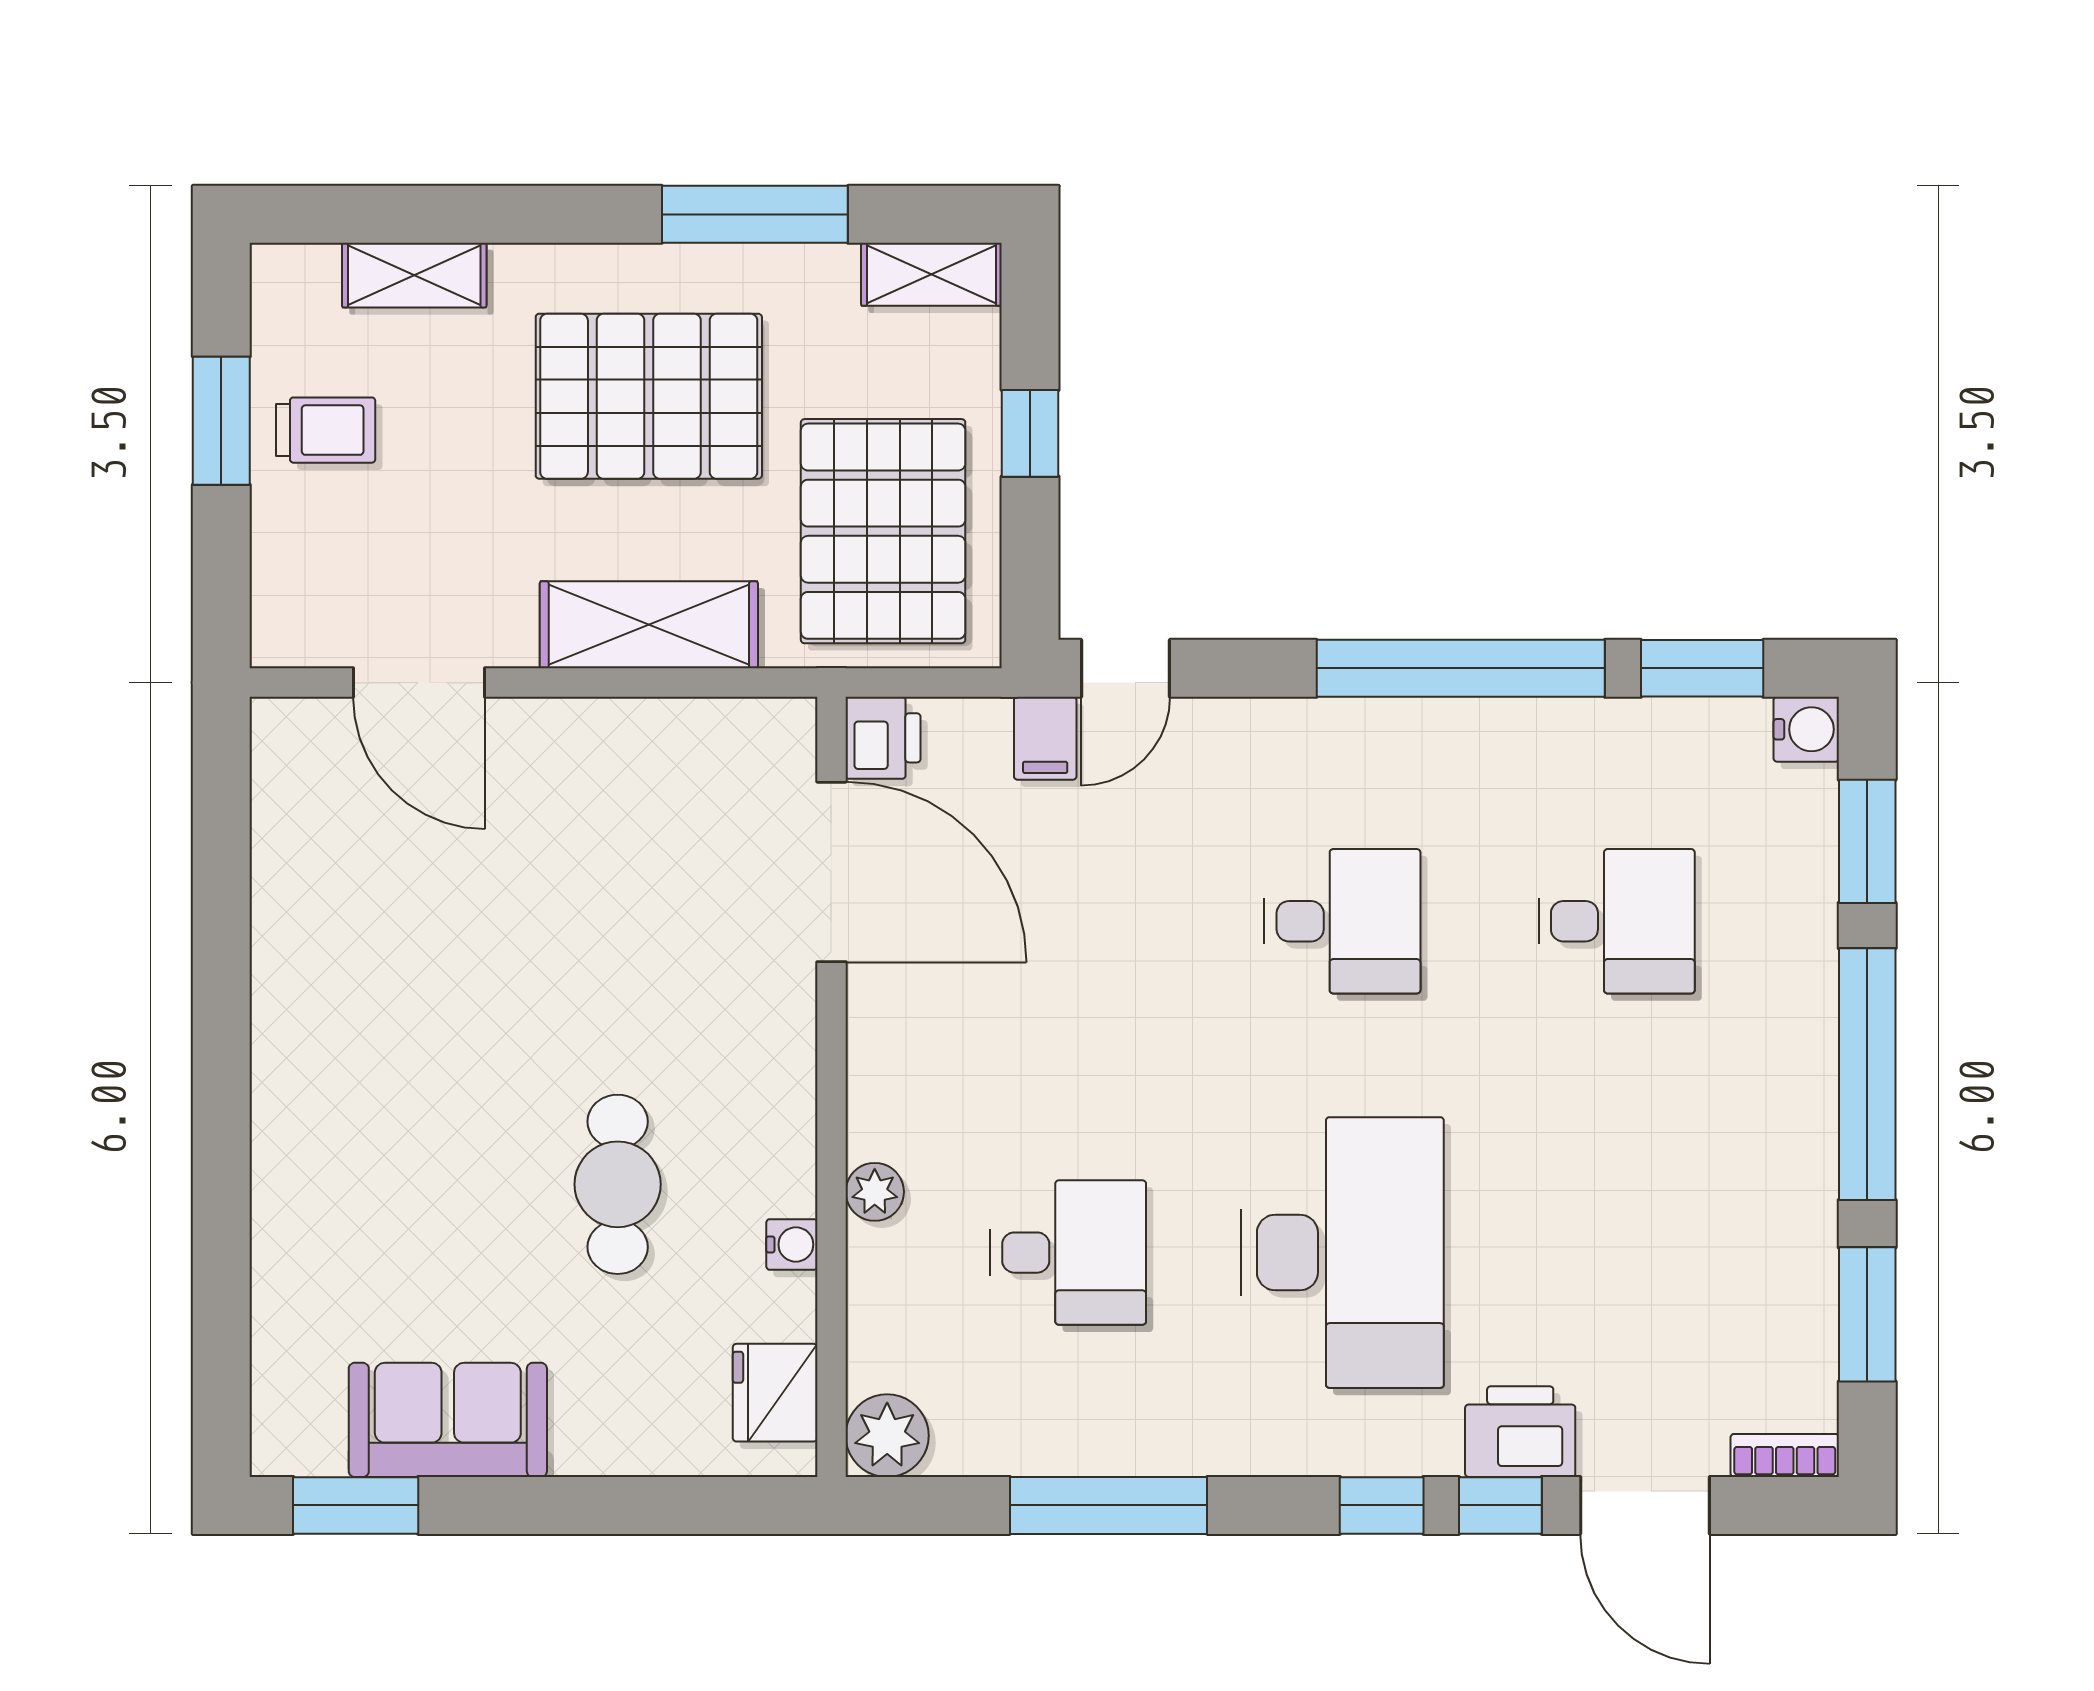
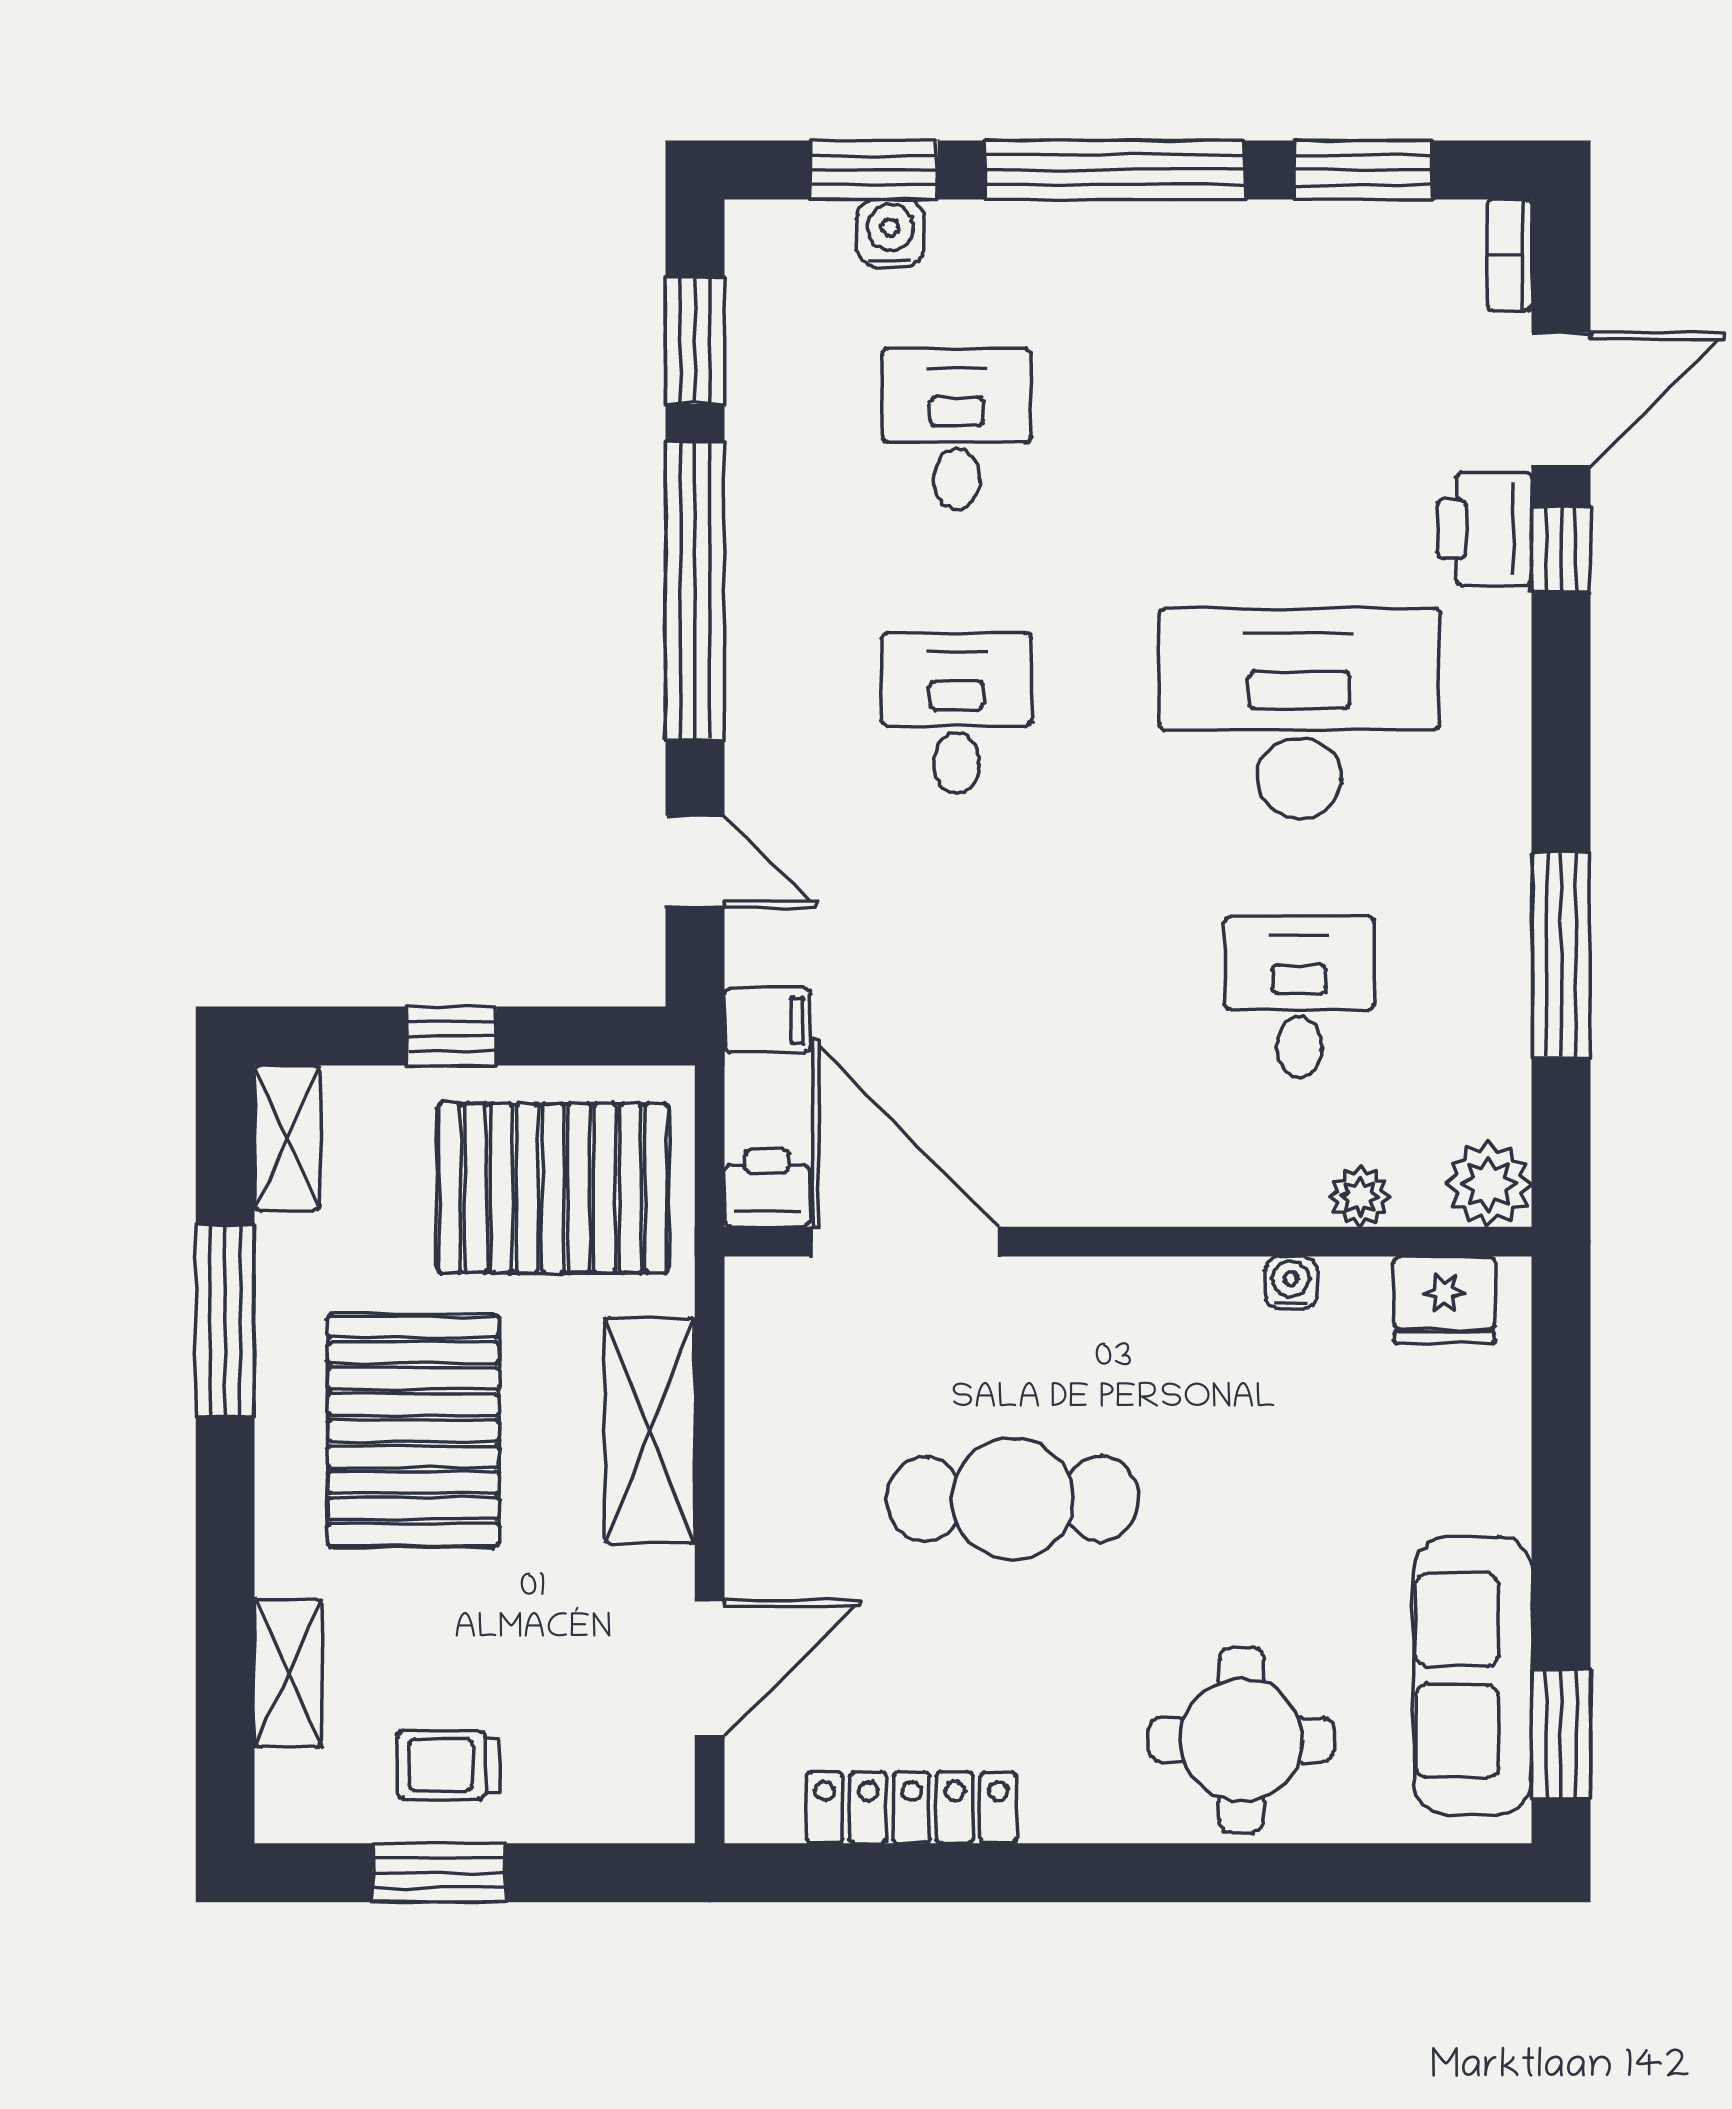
trolley: (326, 430) -> (448, 1765), turned -90
door: (1126, 668) -> (695, 862), moved
water cooler: (1806, 729) -> (890, 233), moved
door: (831, 872) -> (906, 1242), hinge flipped
locker: (284, 878) -> (911, 1808), added
cafe table: (618, 1184) -> (1013, 1499), moved, width x1.37, depth x1.35
plant: (875, 1192) -> (1360, 1197), moved
round table: (350, 1196) -> (1241, 1740), added
sofa: (448, 1420) -> (1472, 1675), width x1.36
window: (1382, 1505) -> (1561, 672), removed

